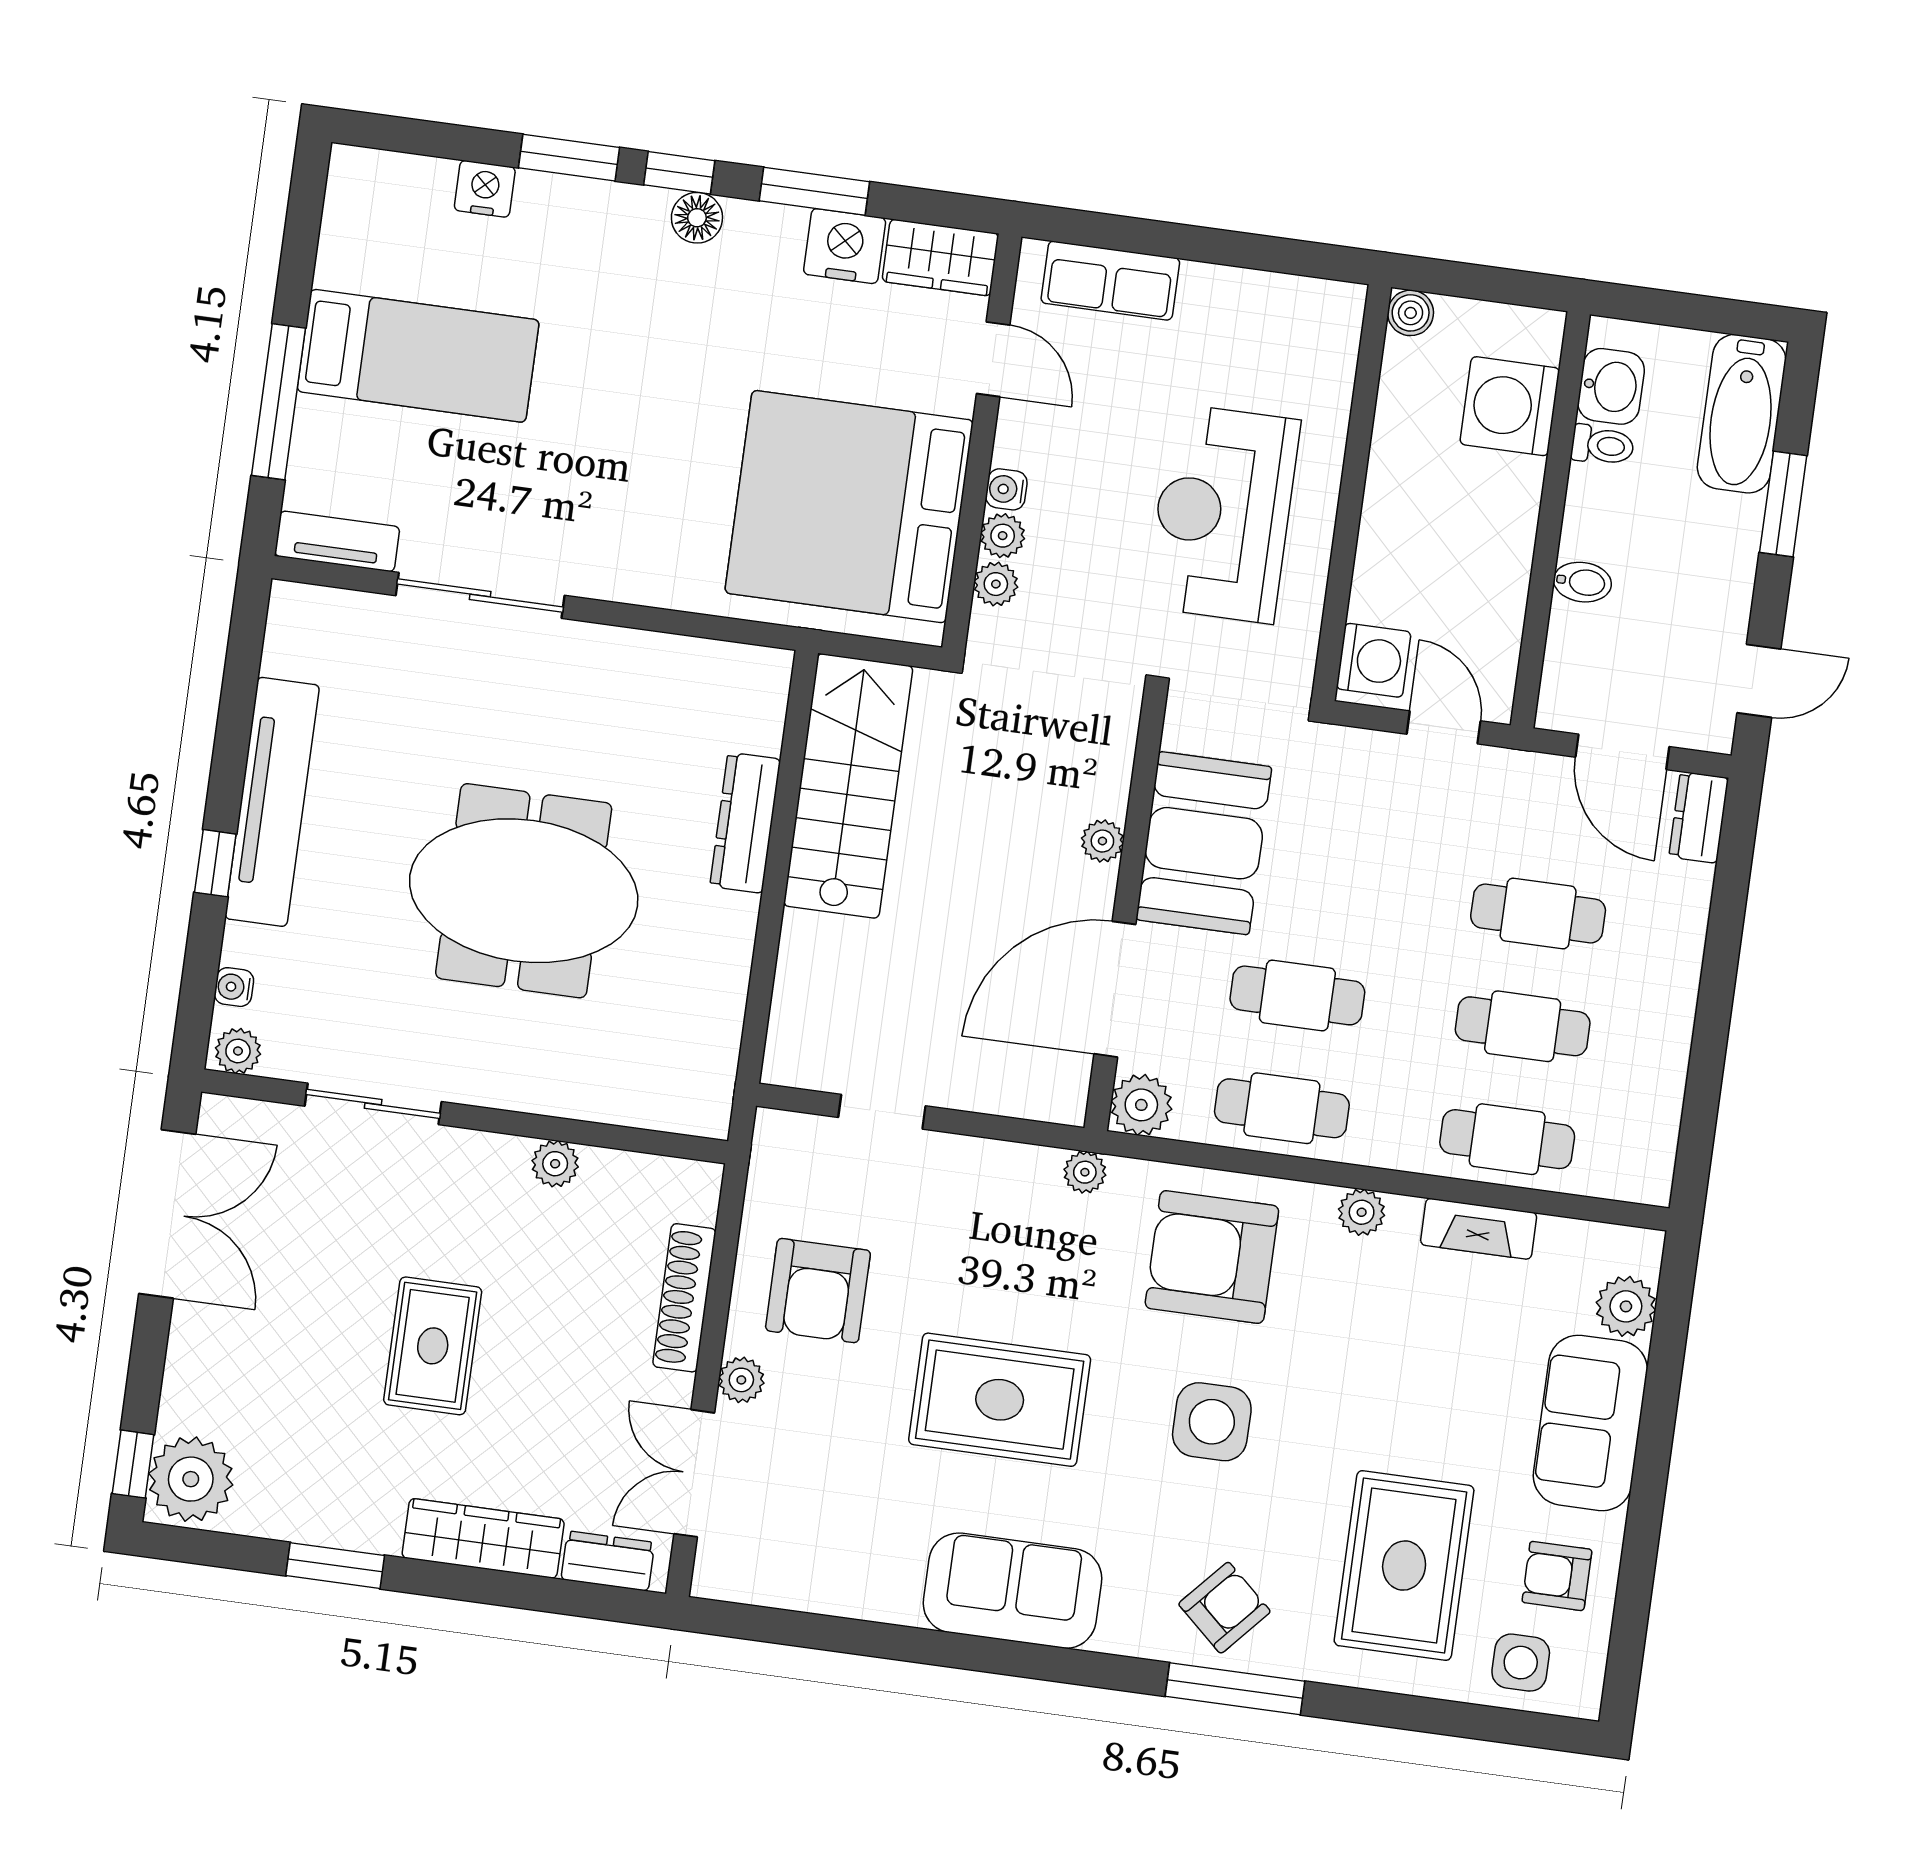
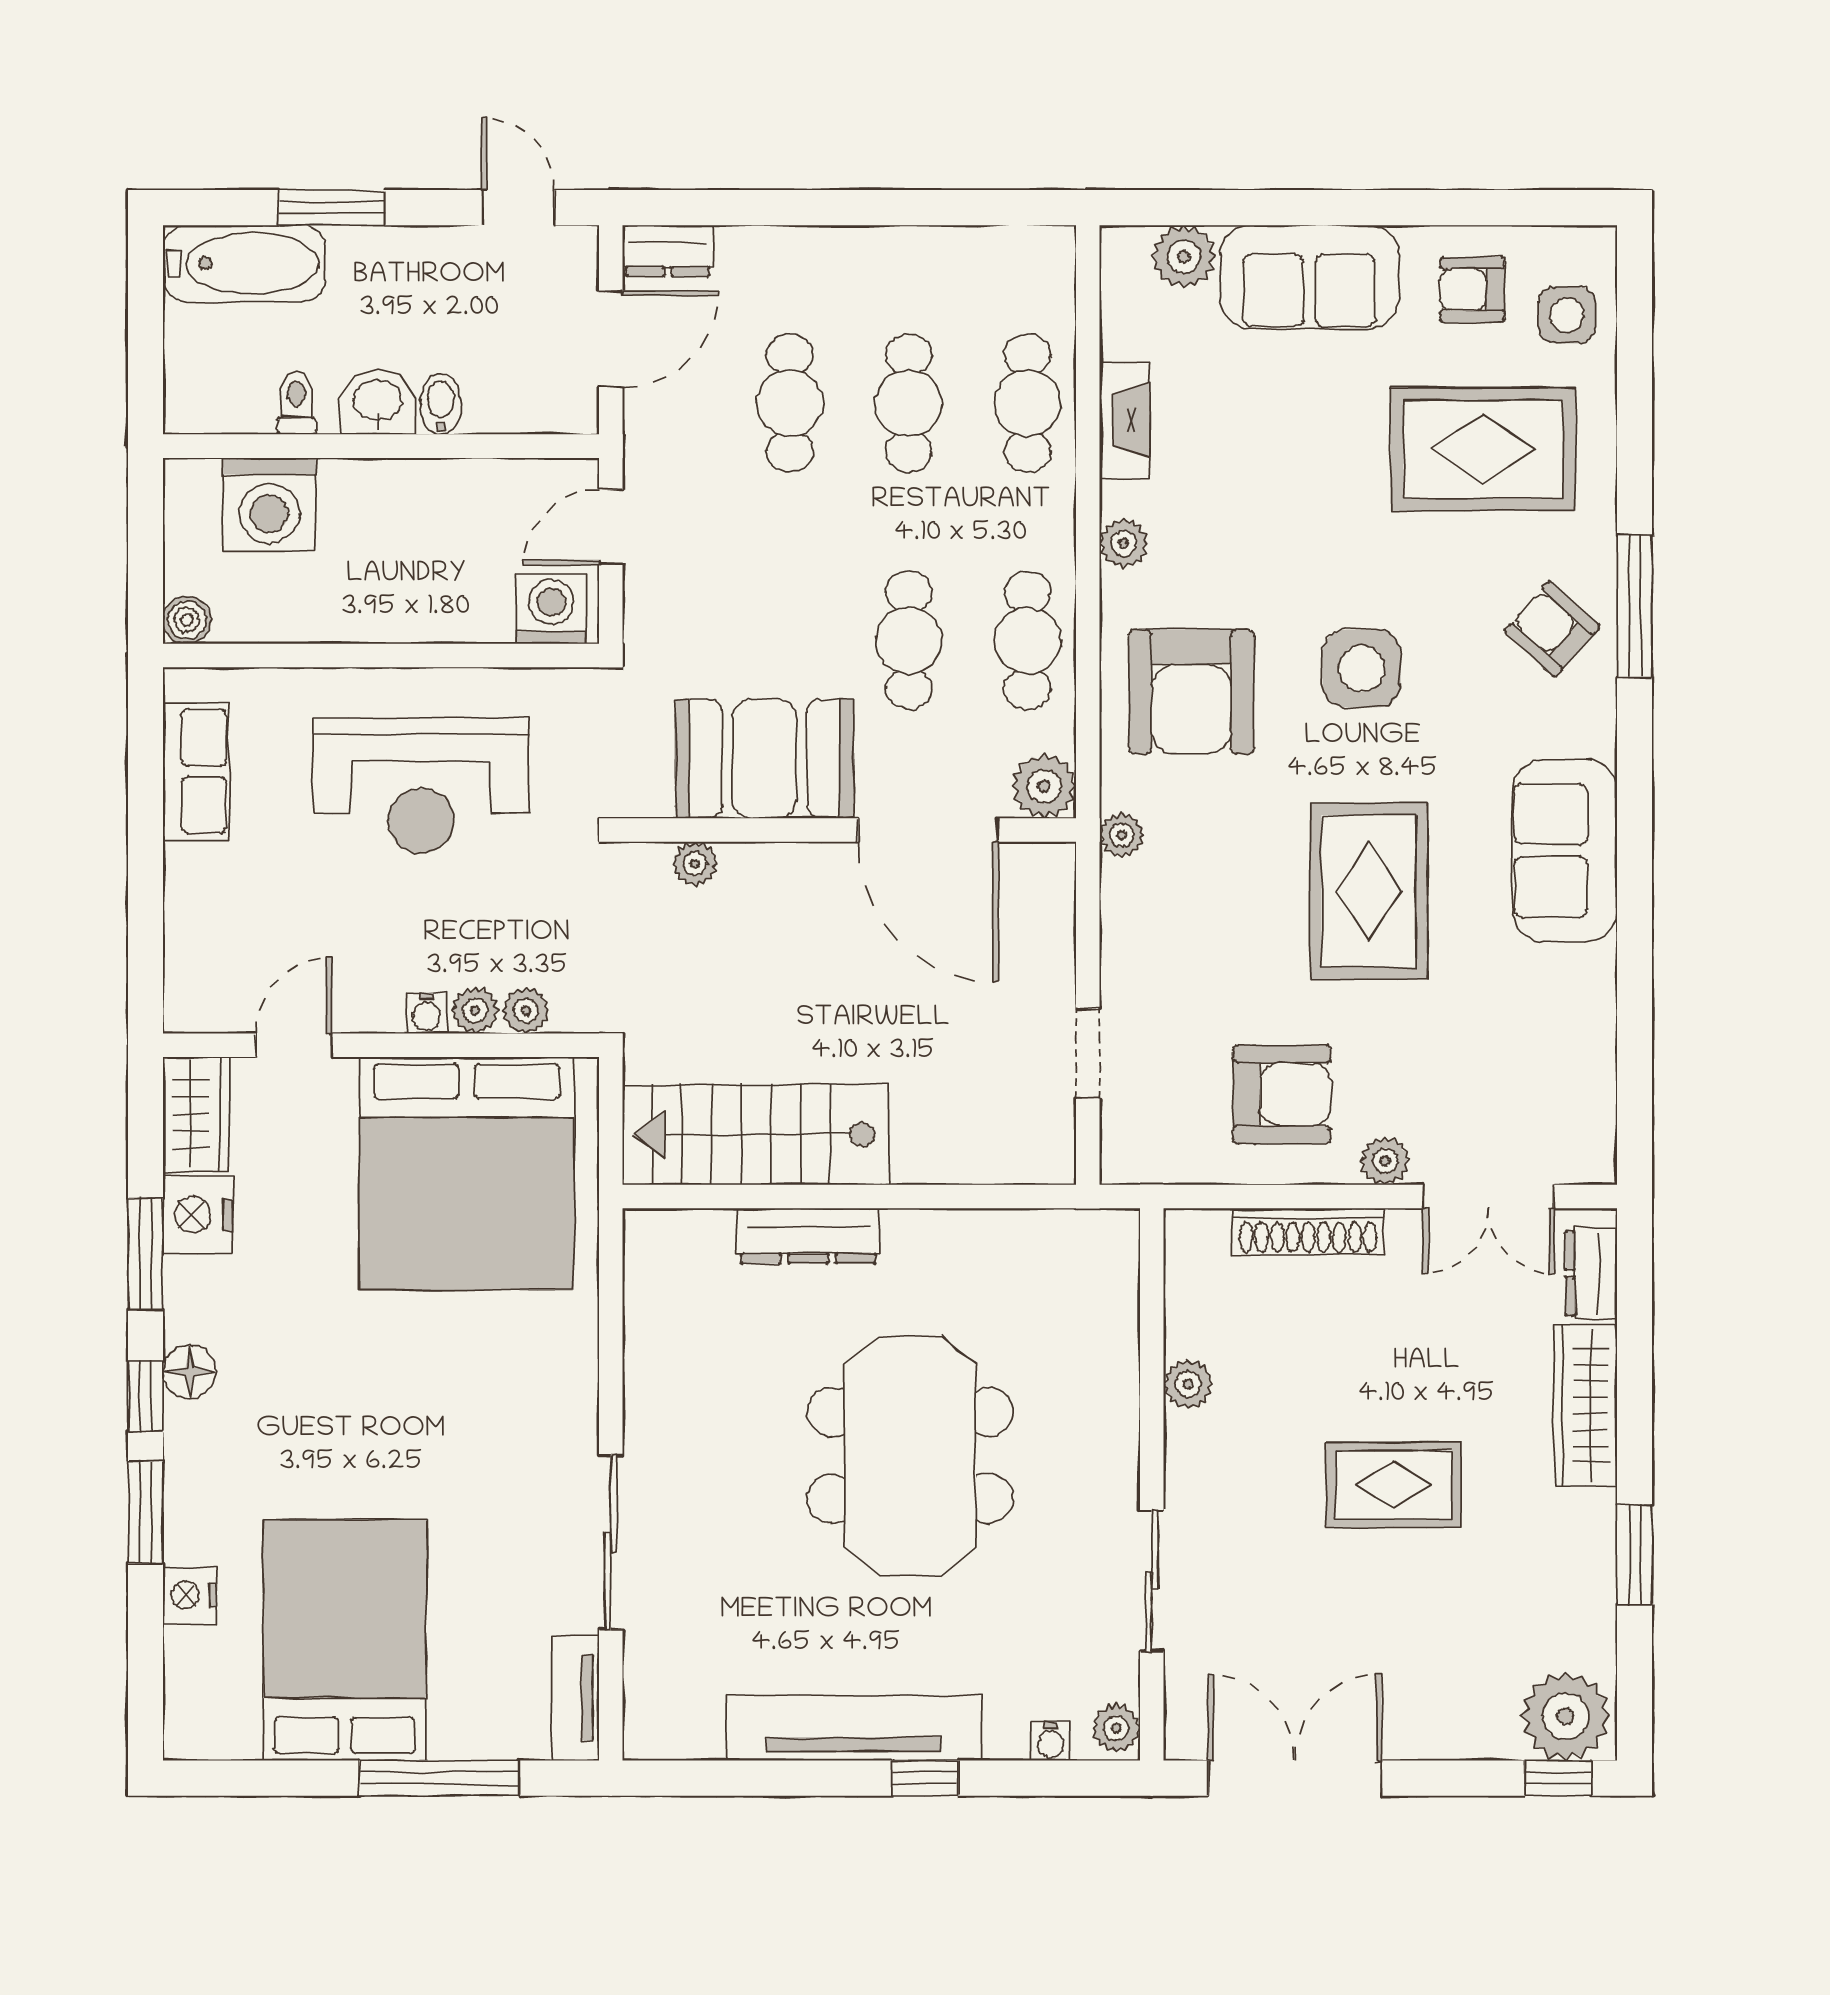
row of seats: (1110, 281) -> (196, 771), moved
bed: (418, 356) -> (345, 1640), width x1.50
washbasin: (1611, 386) -> (378, 402), moved
plant: (1102, 841) -> (695, 864), moved
armchair: (1557, 1576) -> (1472, 290), turned 90

